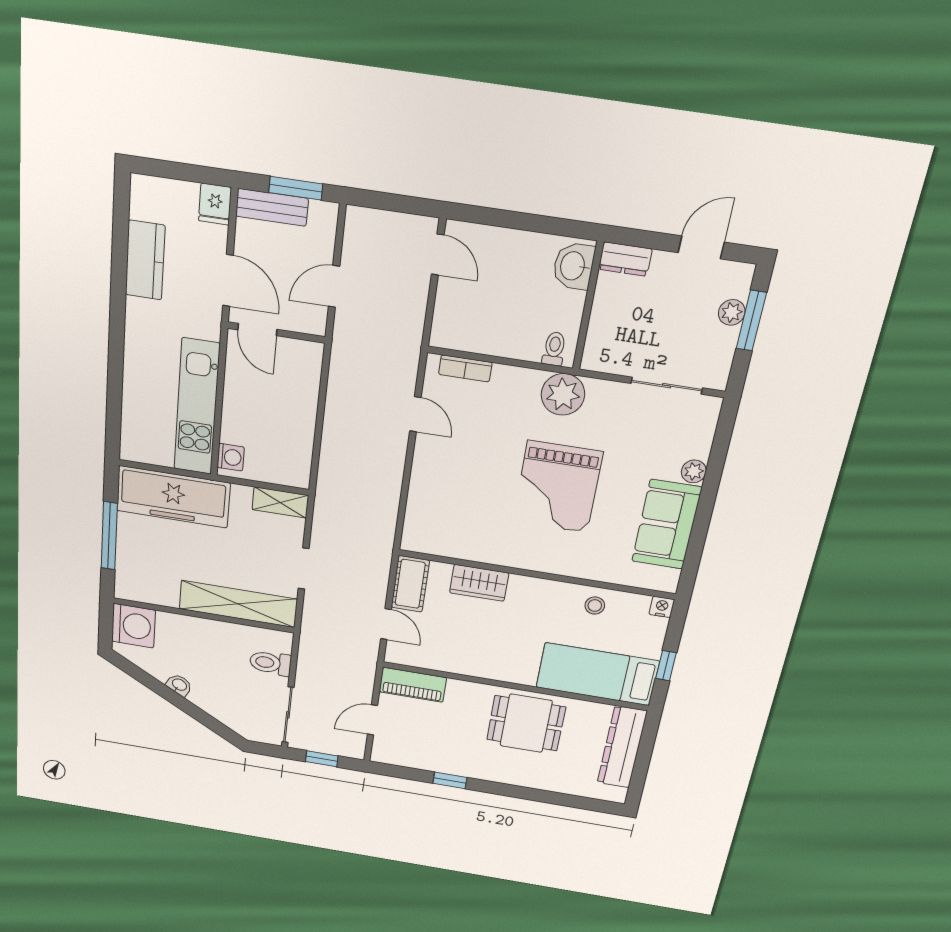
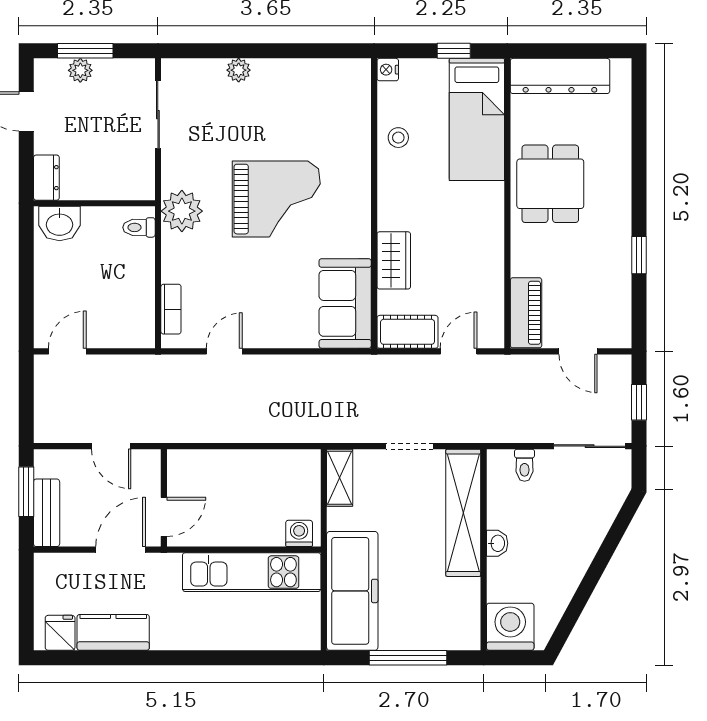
fridge: (215, 204) -> (60, 633), moved, turned -90
sofa: (667, 524) -> (345, 303), moved, turned 90
toilet: (270, 663) -> (525, 465), width x0.73, depth x0.72
washbasin: (179, 685) -> (497, 543), moved, turned 152

